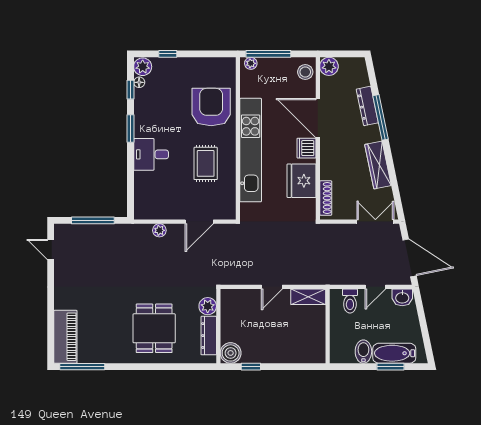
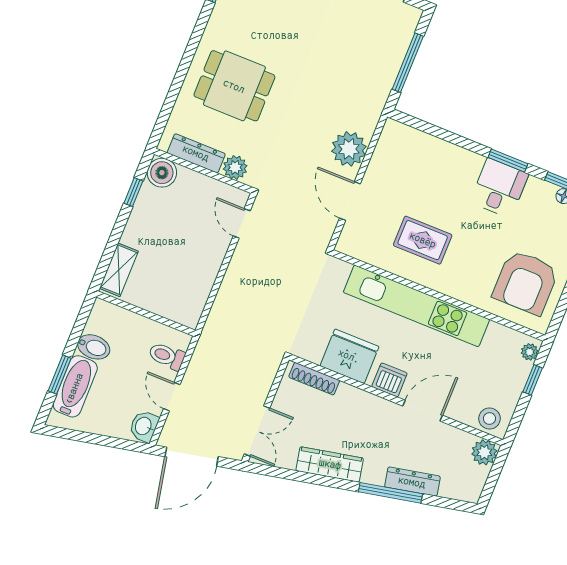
window: (268, 54) -> (533, 380), width x0.46
armchair: (211, 107) -> (526, 282), moved, turned 90
door: (318, 118) -> (423, 411), width x0.73
desk: (151, 154) -> (499, 188), moved
plant: (159, 230) -> (349, 149), width x1.87, depth x1.87
door: (272, 287) -> (242, 223), moved
shelving: (308, 297) -> (119, 270), moved

